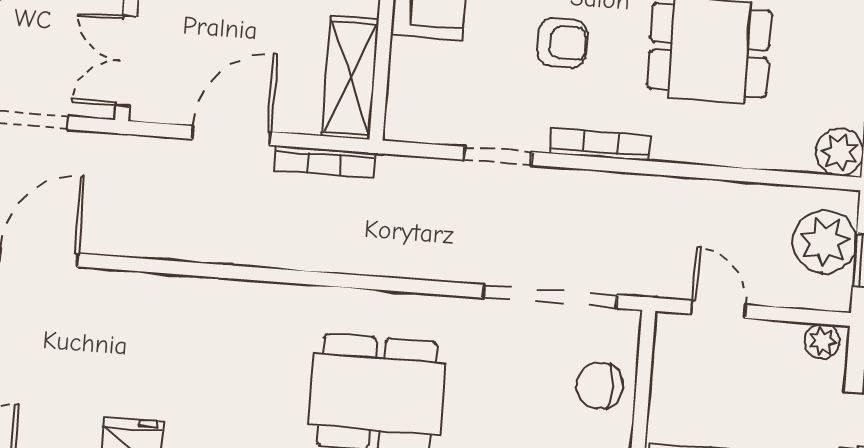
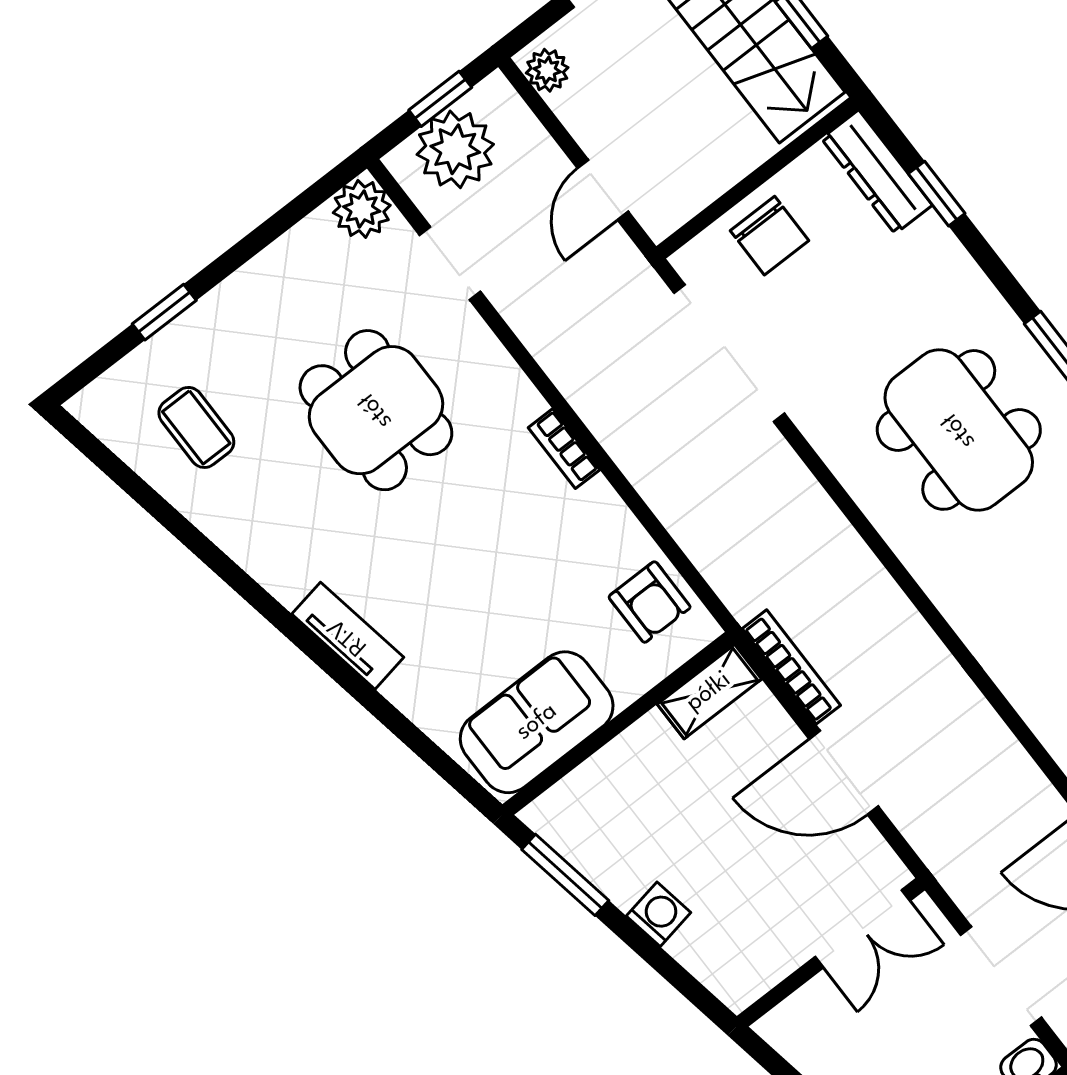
armchair: (562, 43) -> (650, 602), moved, turned 180
shelving: (350, 78) -> (709, 692), width x0.67, depth x0.75
bookcase: (600, 145) -> (564, 449), width x0.64
doorway: (498, 156) -> (450, 263), moved

